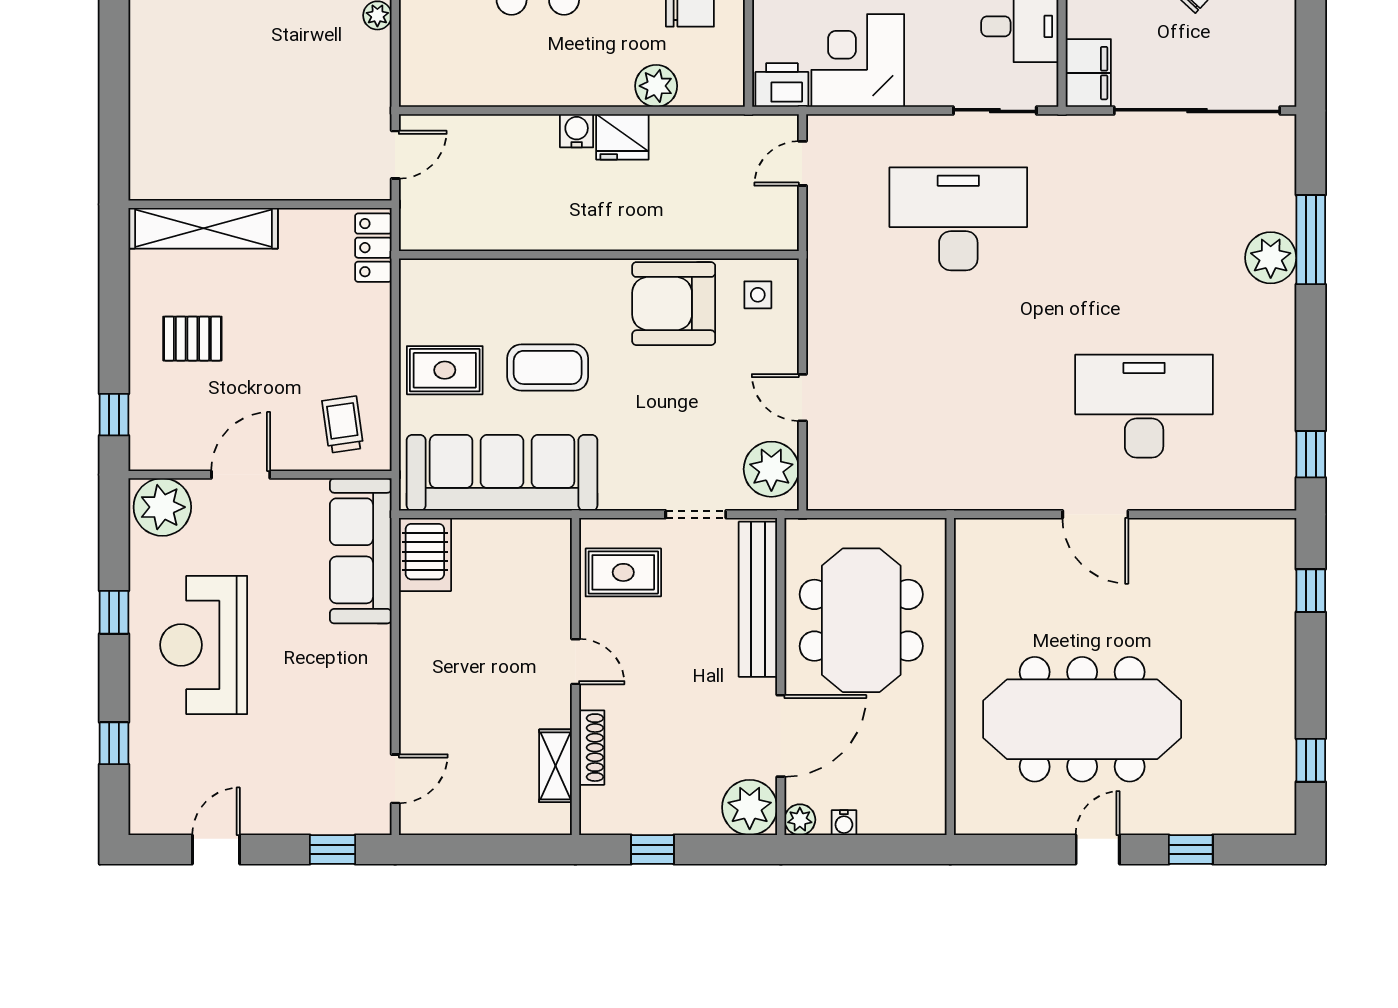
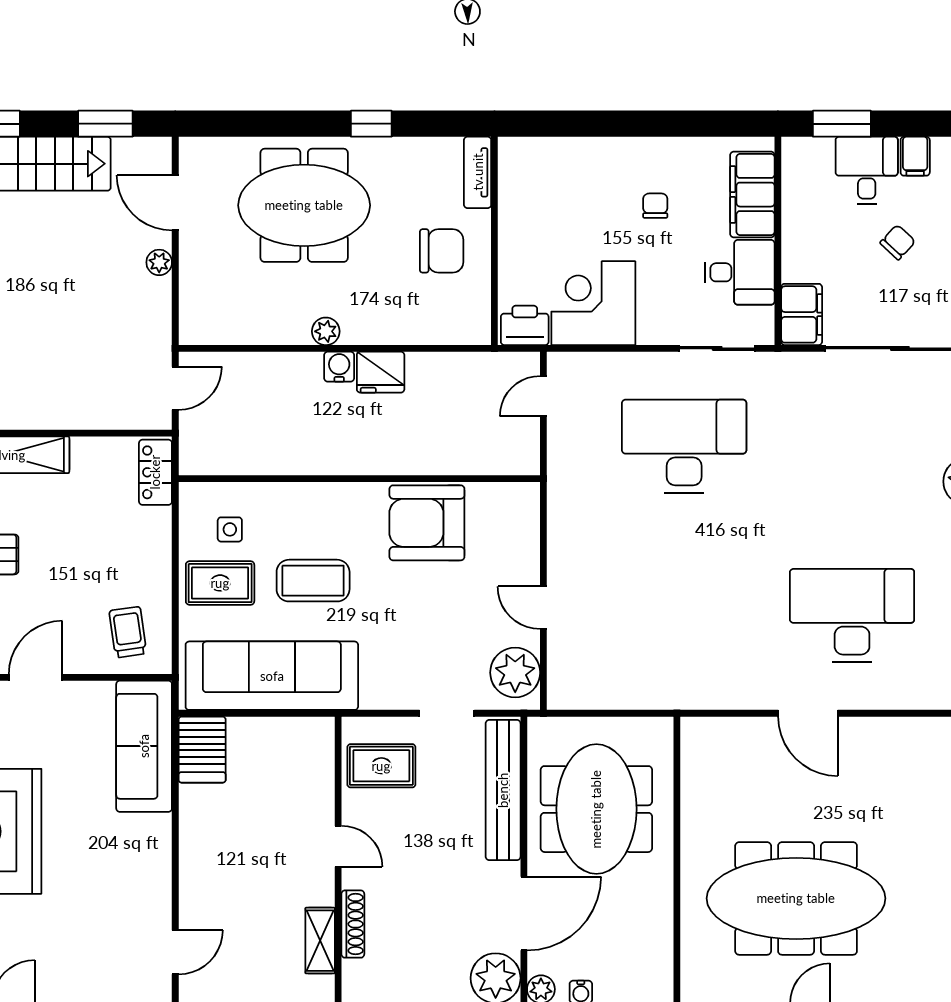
plant: (656, 86) -> (326, 331), moved, width x0.73, depth x0.73
side table: (758, 295) -> (230, 529), moved

